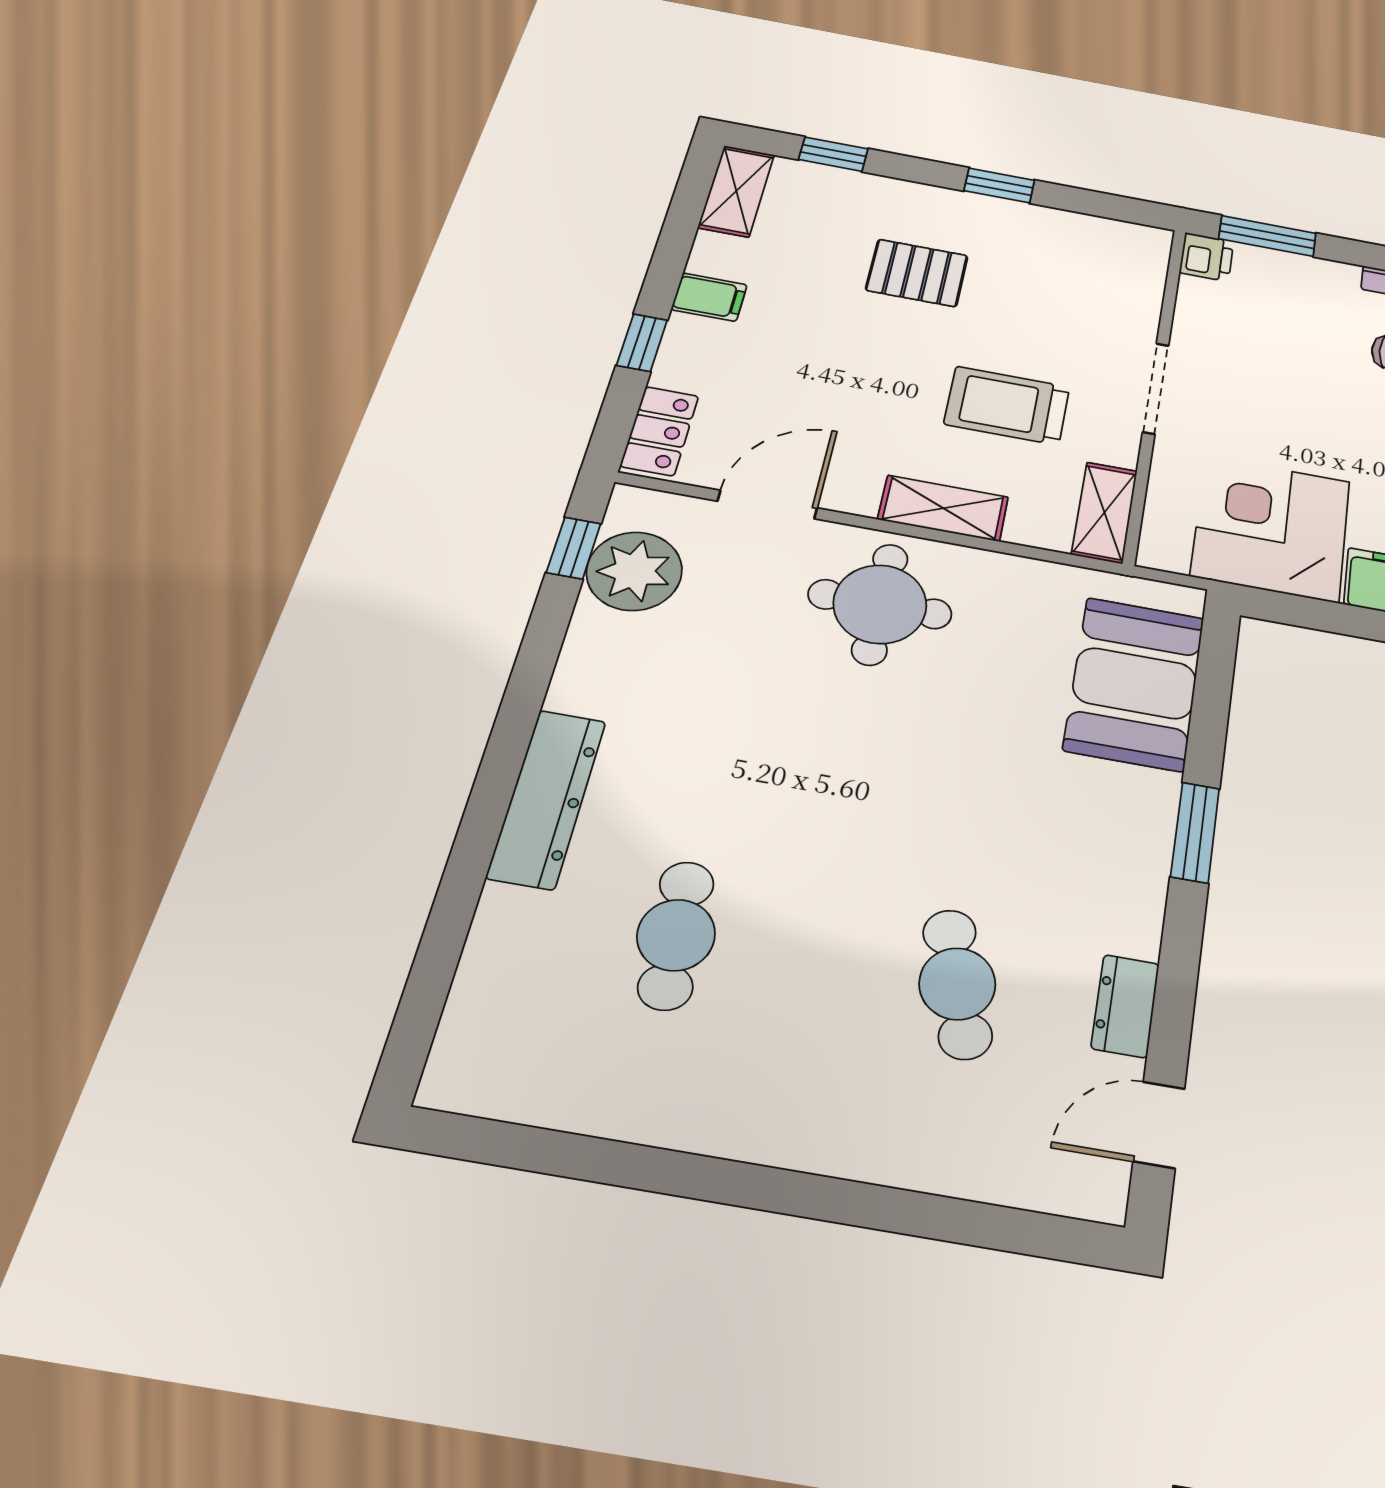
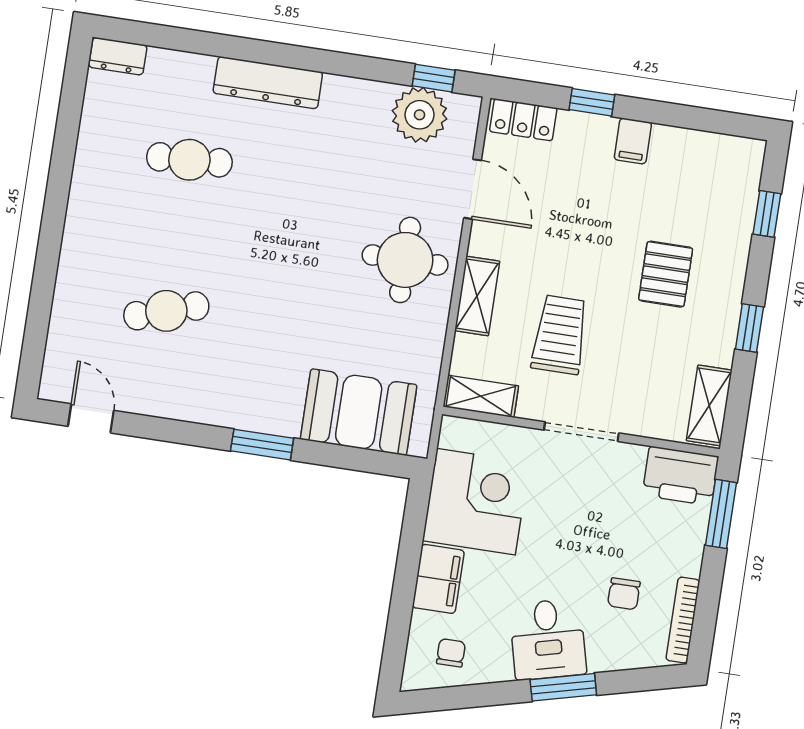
shelving: (736, 191) -> (709, 405), moved, turned 90
printer: (1207, 257) -> (680, 476), width x1.87, depth x1.48
dresser: (1125, 1006) -> (118, 56), moved, turned 180

